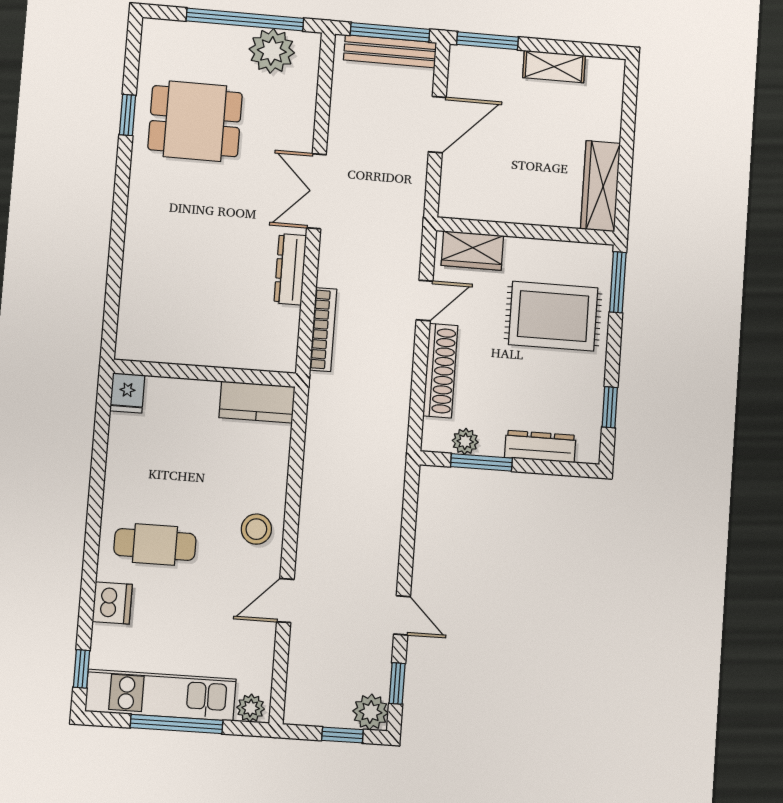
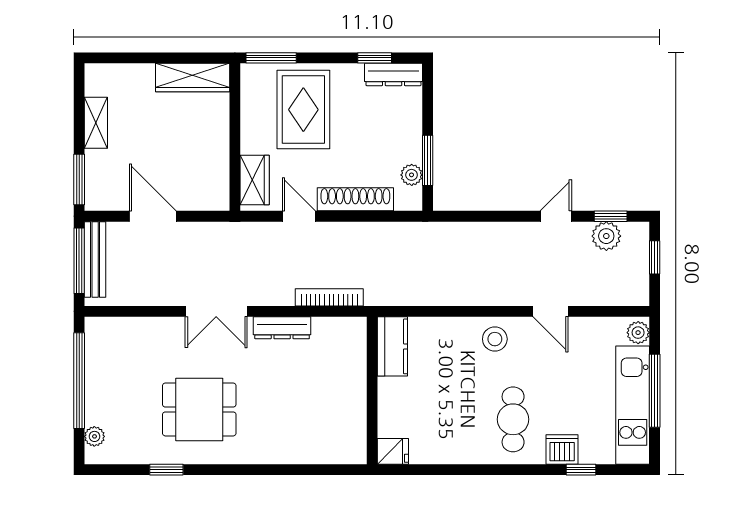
plant: (272, 51) -> (94, 436), moved, width x0.53, depth x0.53
dining table: (195, 121) -> (199, 409), moved, turned 90
dresser: (540, 446) -> (393, 74), moved, turned -90
window: (81, 669) -> (581, 470), moved
plant: (371, 712) -> (606, 236), moved

